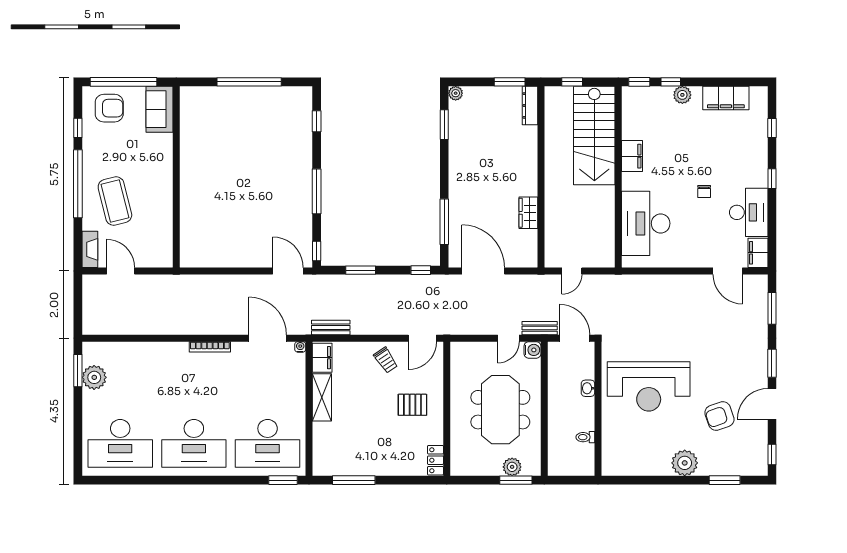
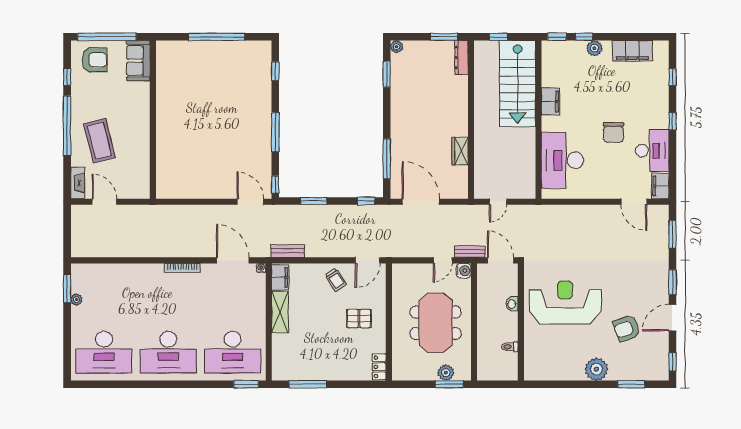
chair: (704, 192) -> (613, 132), width x1.87, depth x1.87
plant: (94, 377) -> (76, 300), width x0.53, depth x0.53
reception desk: (649, 386) -> (565, 302), turned 180

